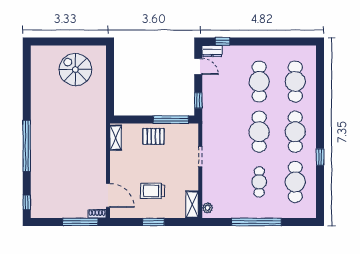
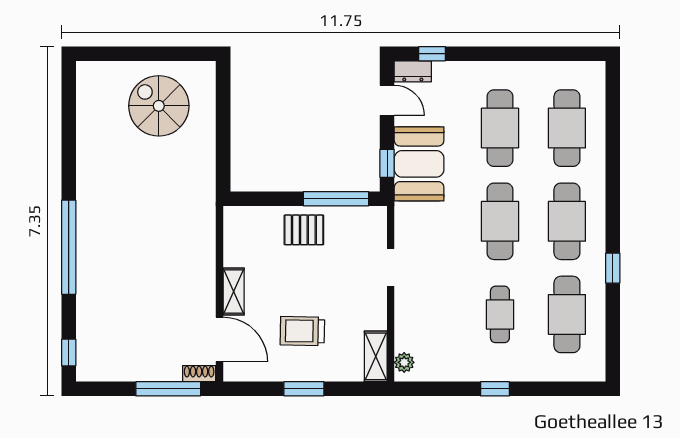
booth: (216, 101) -> (419, 164), added
shelving: (116, 138) -> (234, 291), moved
window: (256, 222) -> (495, 389), width x0.32

